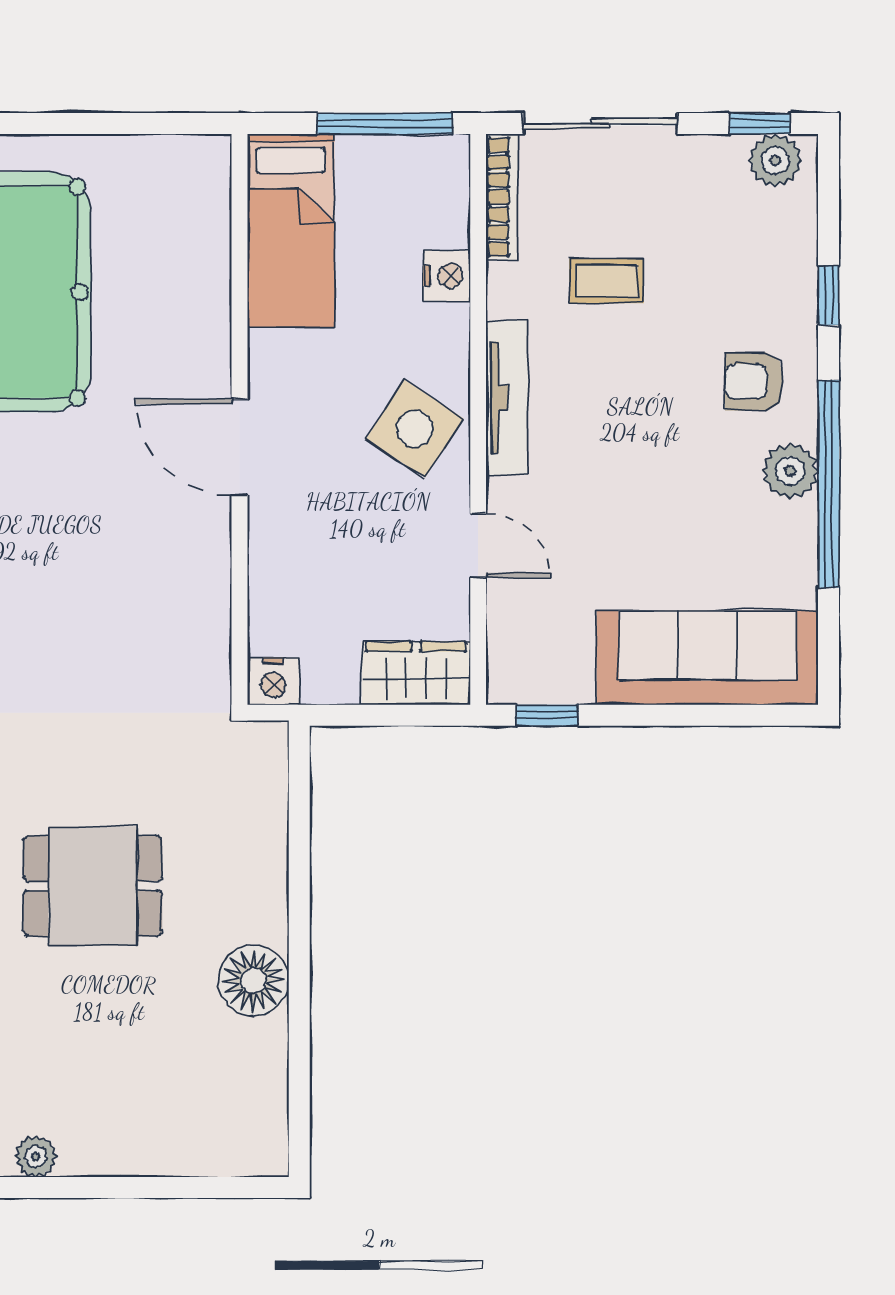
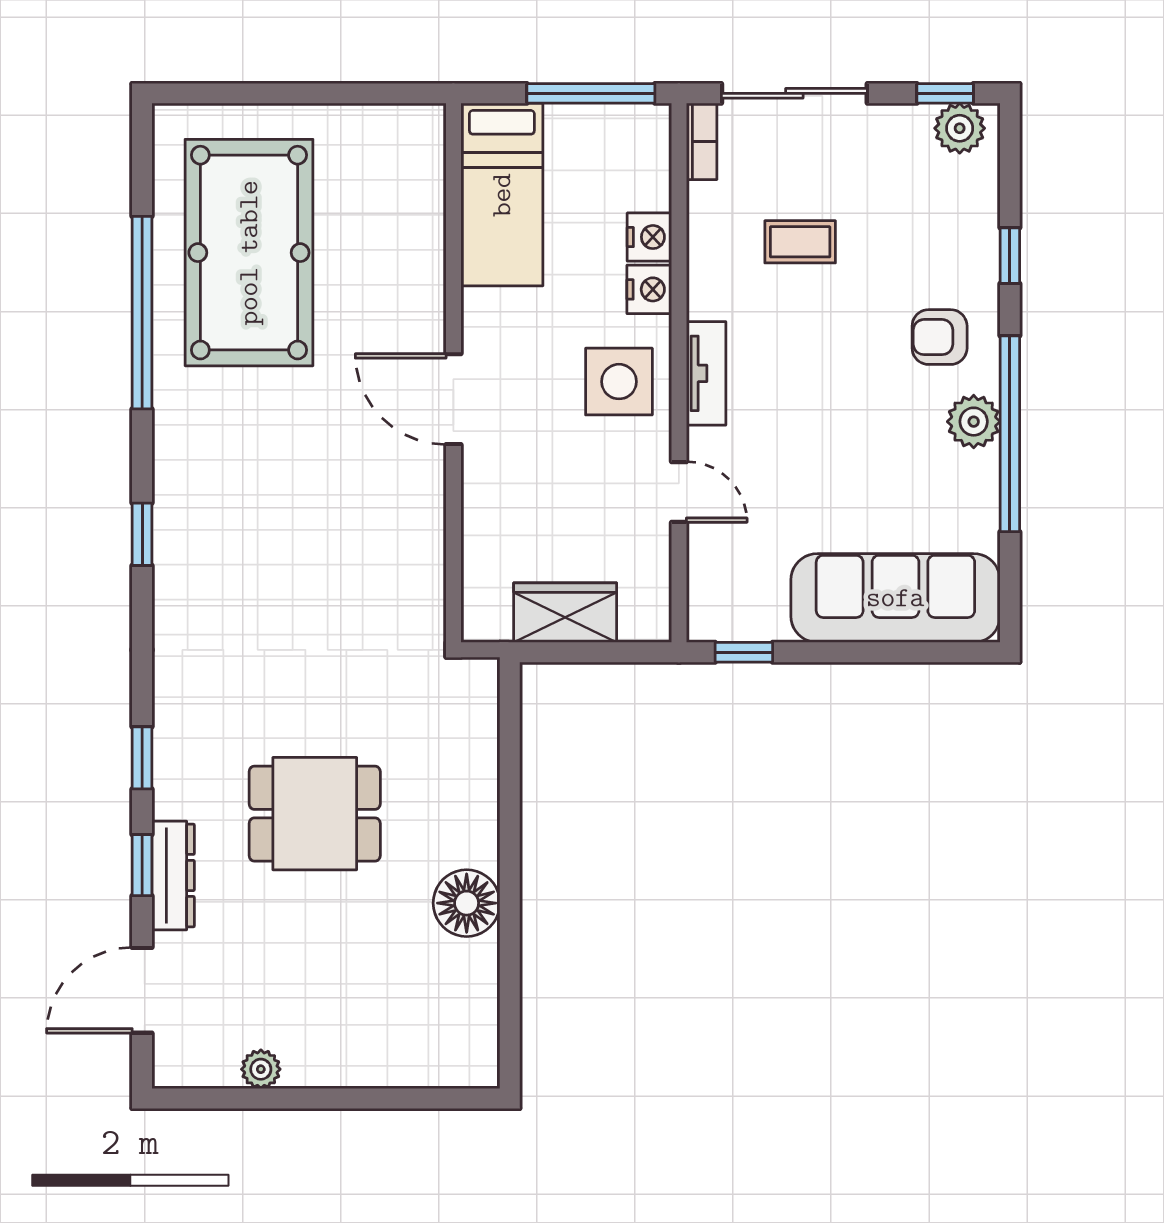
bookcase: (502, 197) -> (702, 141), width x0.64
tv unit: (507, 398) -> (706, 373), width x0.71
side table: (415, 429) -> (619, 382), turned -33
wardrobe: (416, 673) -> (565, 613), moved
nightstand: (273, 681) -> (649, 289), moved, turned -90

